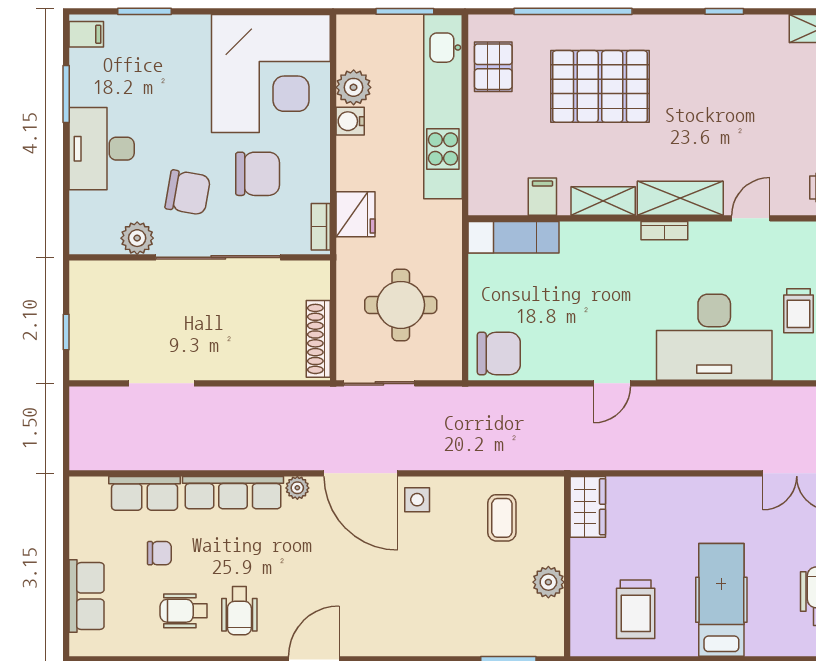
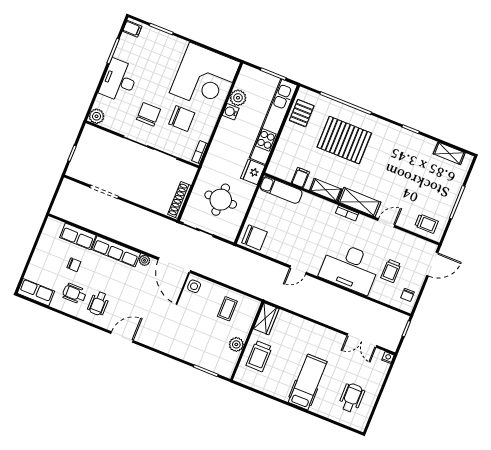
chair: (188, 192) -> (148, 114), turned -100
fridge: (356, 214) -> (253, 172), moved, turned 180
plant: (137, 238) -> (97, 116), moved
row of seats: (87, 596) -> (36, 292), moved, turned -90
trolley: (636, 609) -> (259, 356), moved

